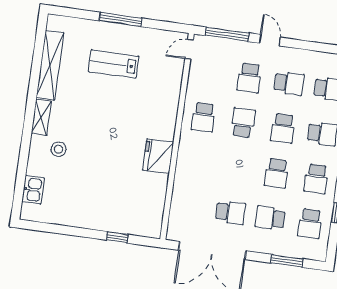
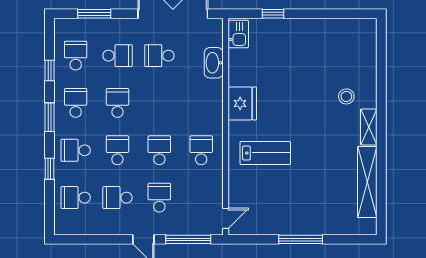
lab bench: (114, 64) -> (265, 153), moved
school desk: (243, 123) -> (159, 150), turned 180
kitchen sink: (33, 190) -> (238, 34), moved, turned 180
washbasin: (180, 199) -> (214, 63), added

